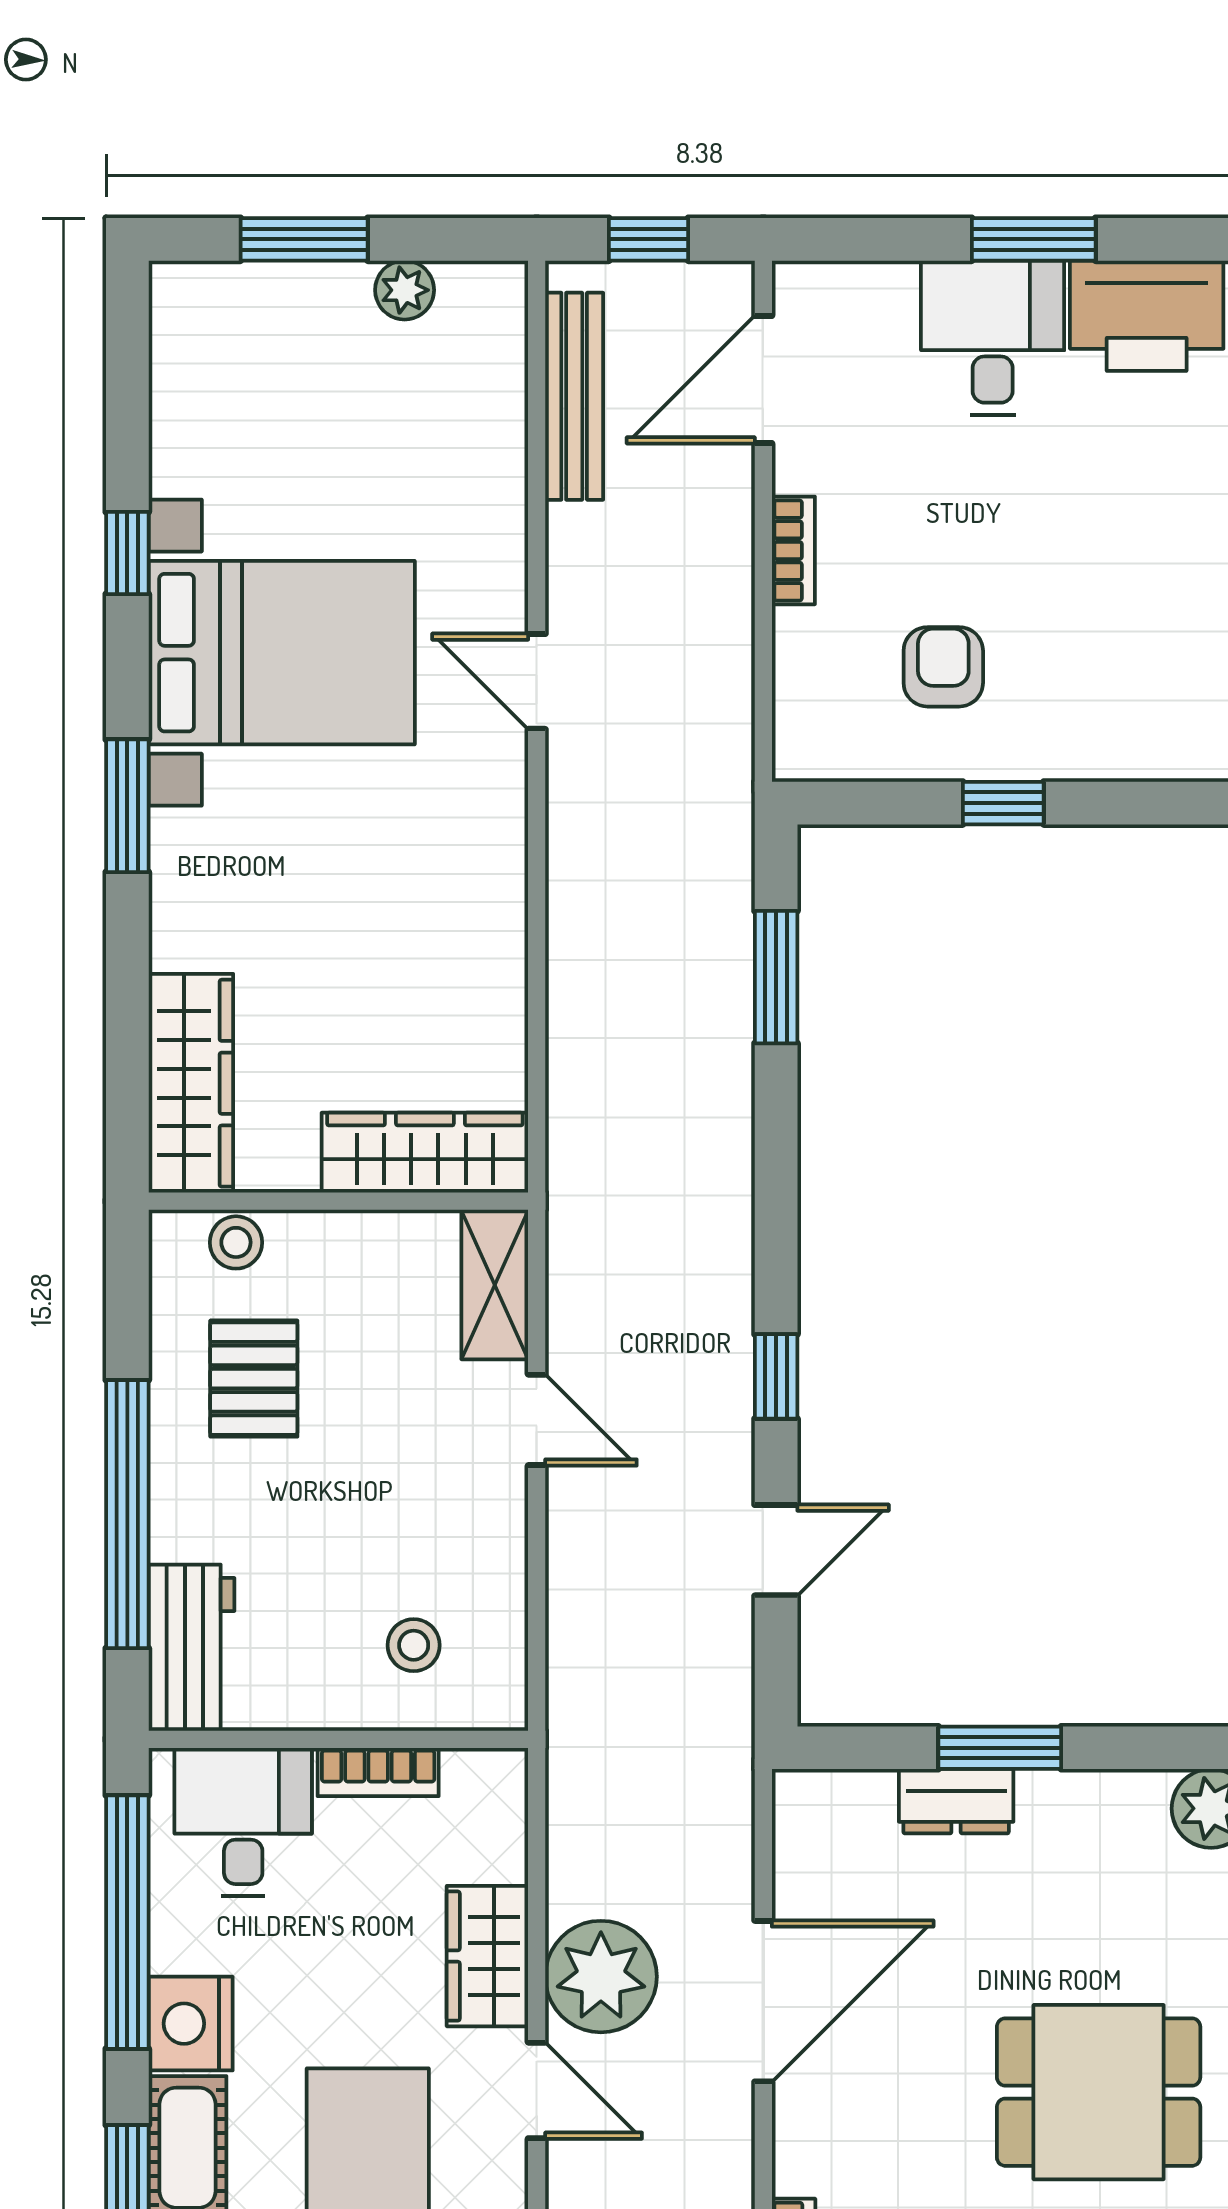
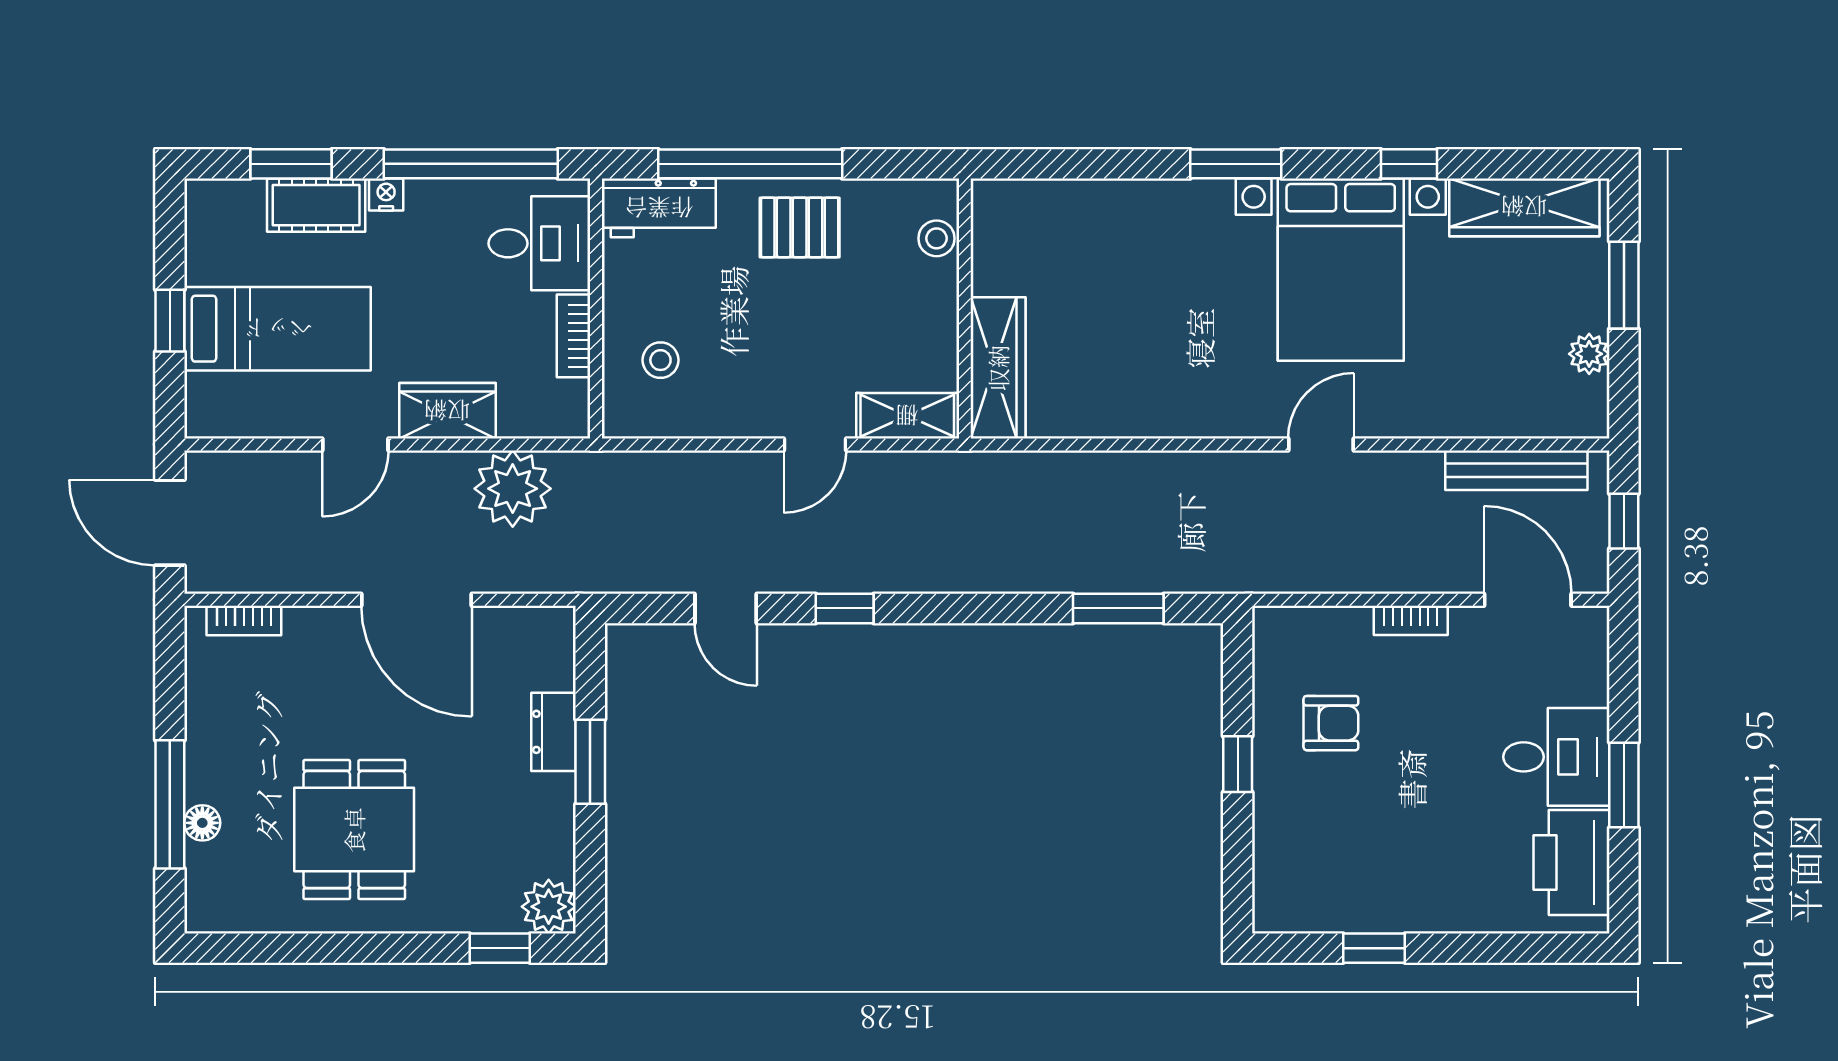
wardrobe: (191, 1083) -> (1524, 207), moved
pallet: (254, 1379) -> (800, 227), moved
plant: (601, 1977) -> (513, 489), moved
nightstand: (191, 2024) -> (386, 195), width x0.53, depth x0.56

